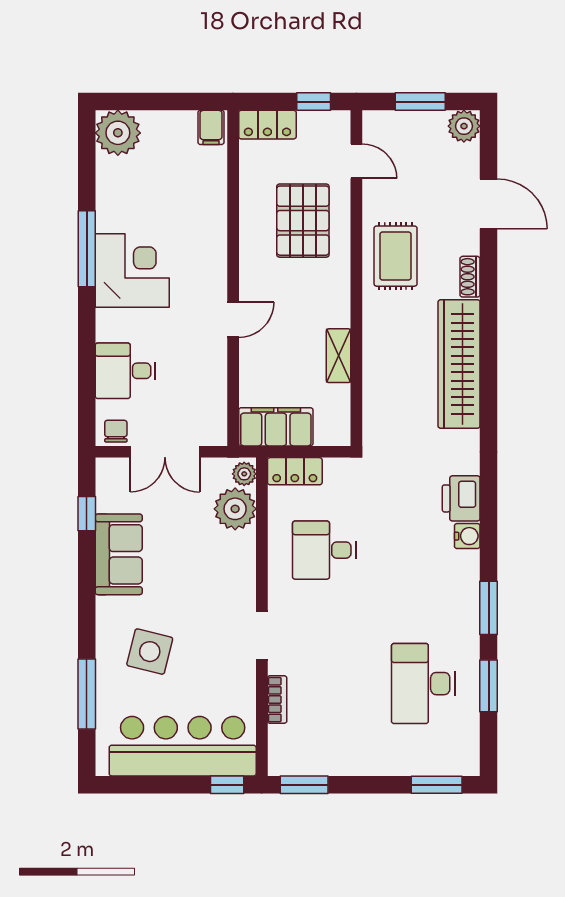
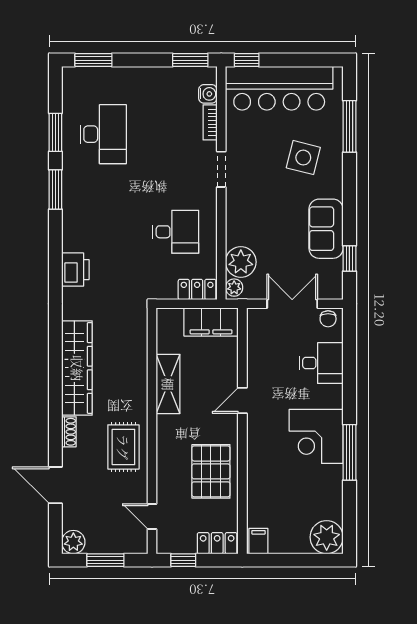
pallet: (303, 221) -> (211, 471), moved
shelving: (339, 356) -> (168, 384), width x1.50, depth x1.33
water cooler: (467, 536) -> (208, 94), moved, turned 180

